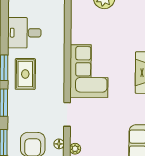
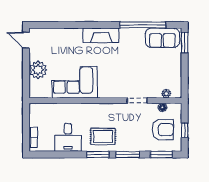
corner sofa: (89, 71) -> (75, 82), moved

